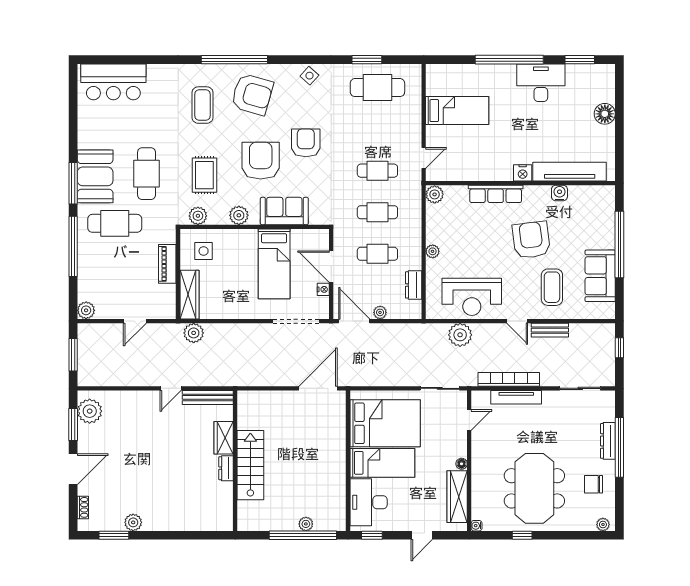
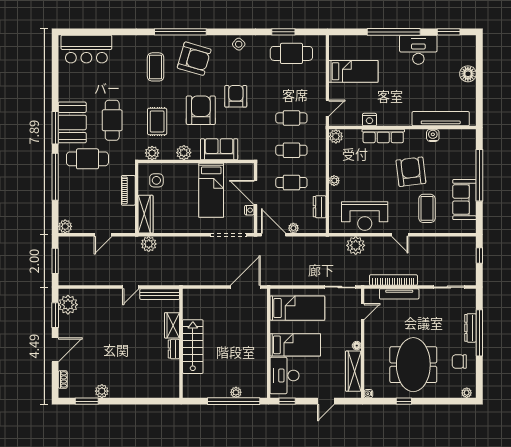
nightstand: (523, 173) -> (369, 120), moved
bench: (550, 330) -> (425, 242), removed
bed: (385, 423) -> (297, 308), width x0.67

